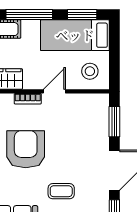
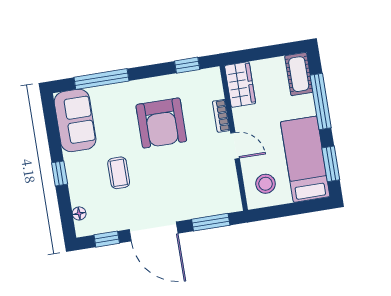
armchair: (26, 149) -> (161, 123), turned 90

